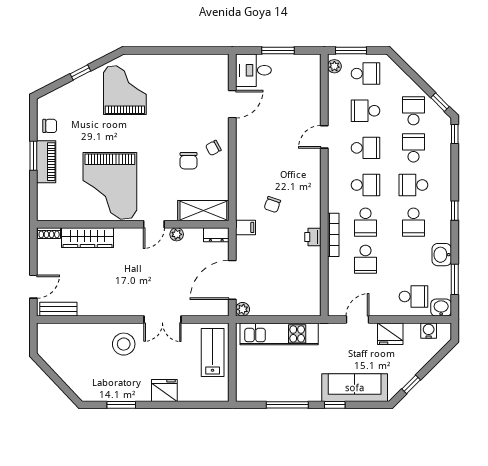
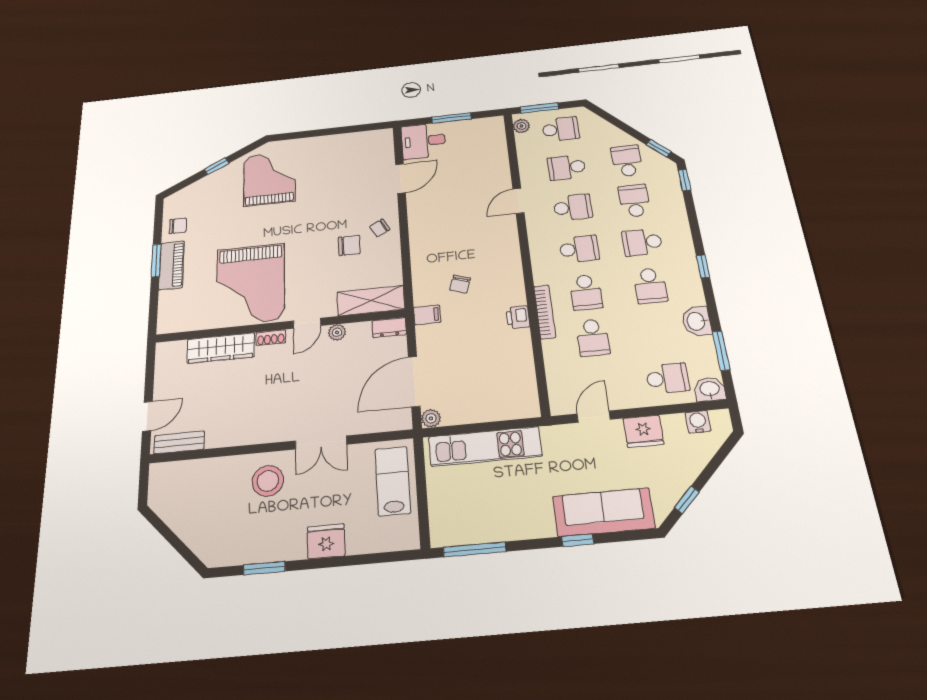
chair: (189, 161) -> (349, 245), turned -90
shoe rack: (49, 233) -> (271, 338), moved
window: (287, 405) -> (475, 549), moved

